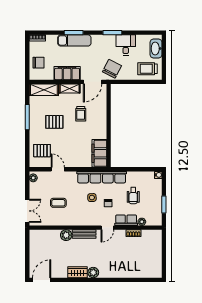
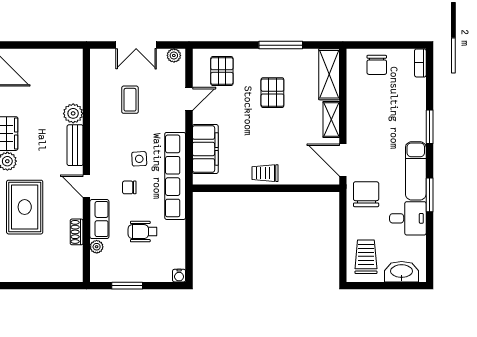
exam couch: (74, 40) -> (416, 171), moved
chair: (112, 69) -> (366, 194), turned -117
filing cabinet: (67, 73) -> (358, 115), removed
trolley: (81, 114) -> (265, 173), moved
filing cabinet: (99, 153) -> (205, 149), moved, turned 90
double door: (27, 211) -> (136, 45), moved
rug: (119, 263) -> (25, 207), added

